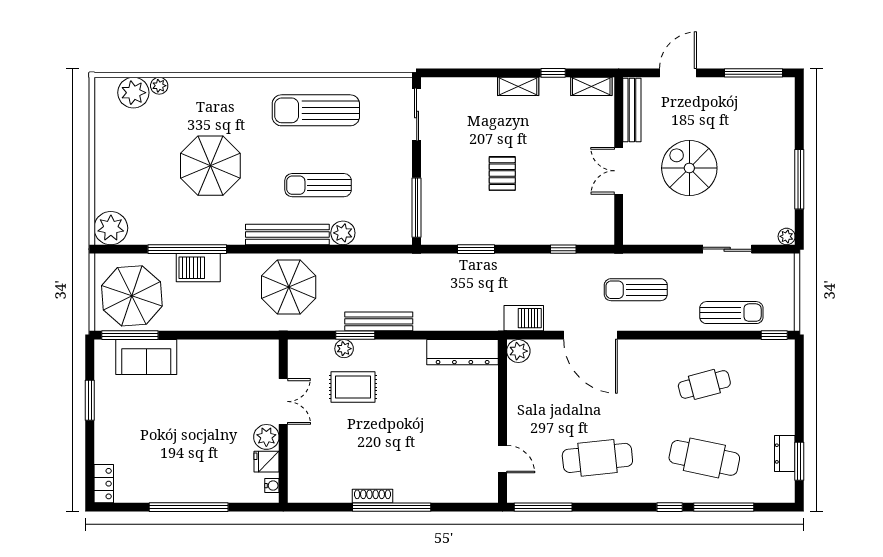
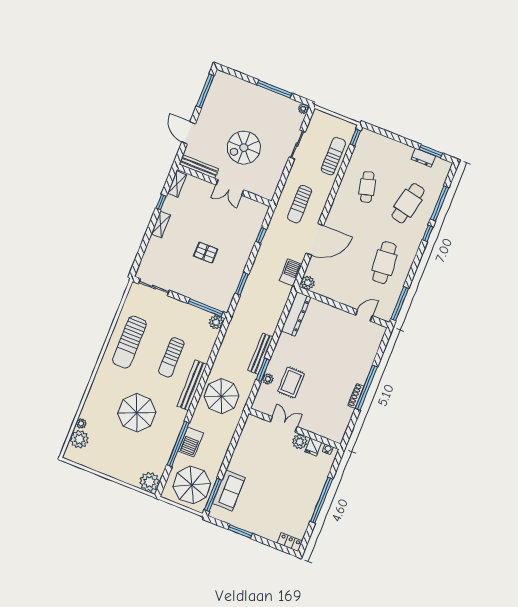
plant: (343, 233) -> (216, 322), moved

